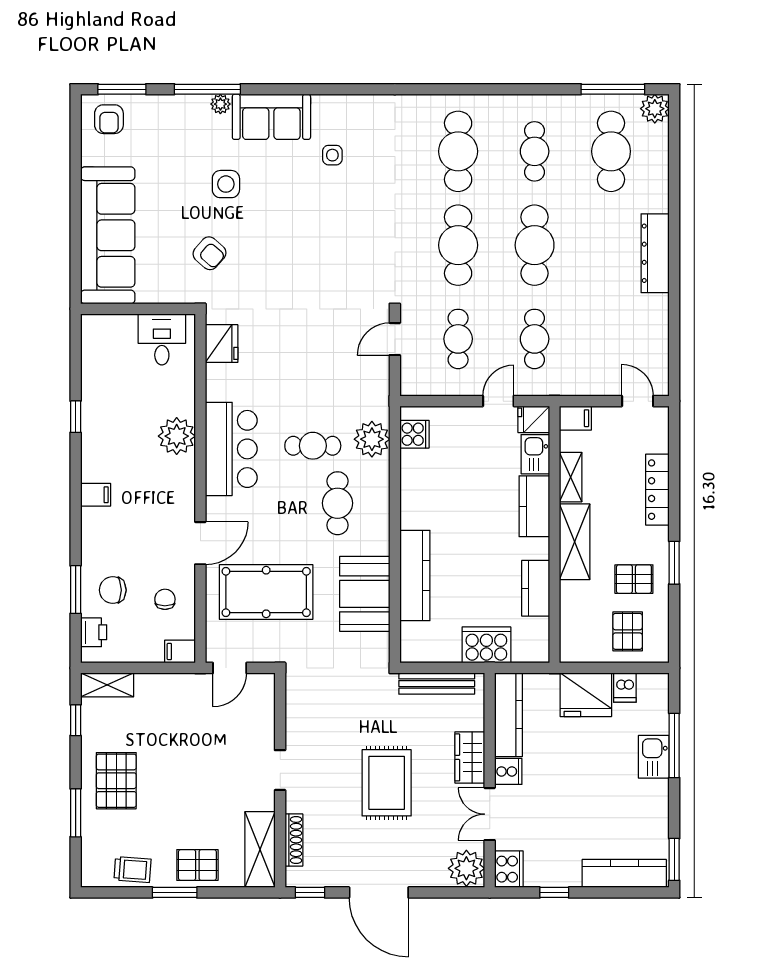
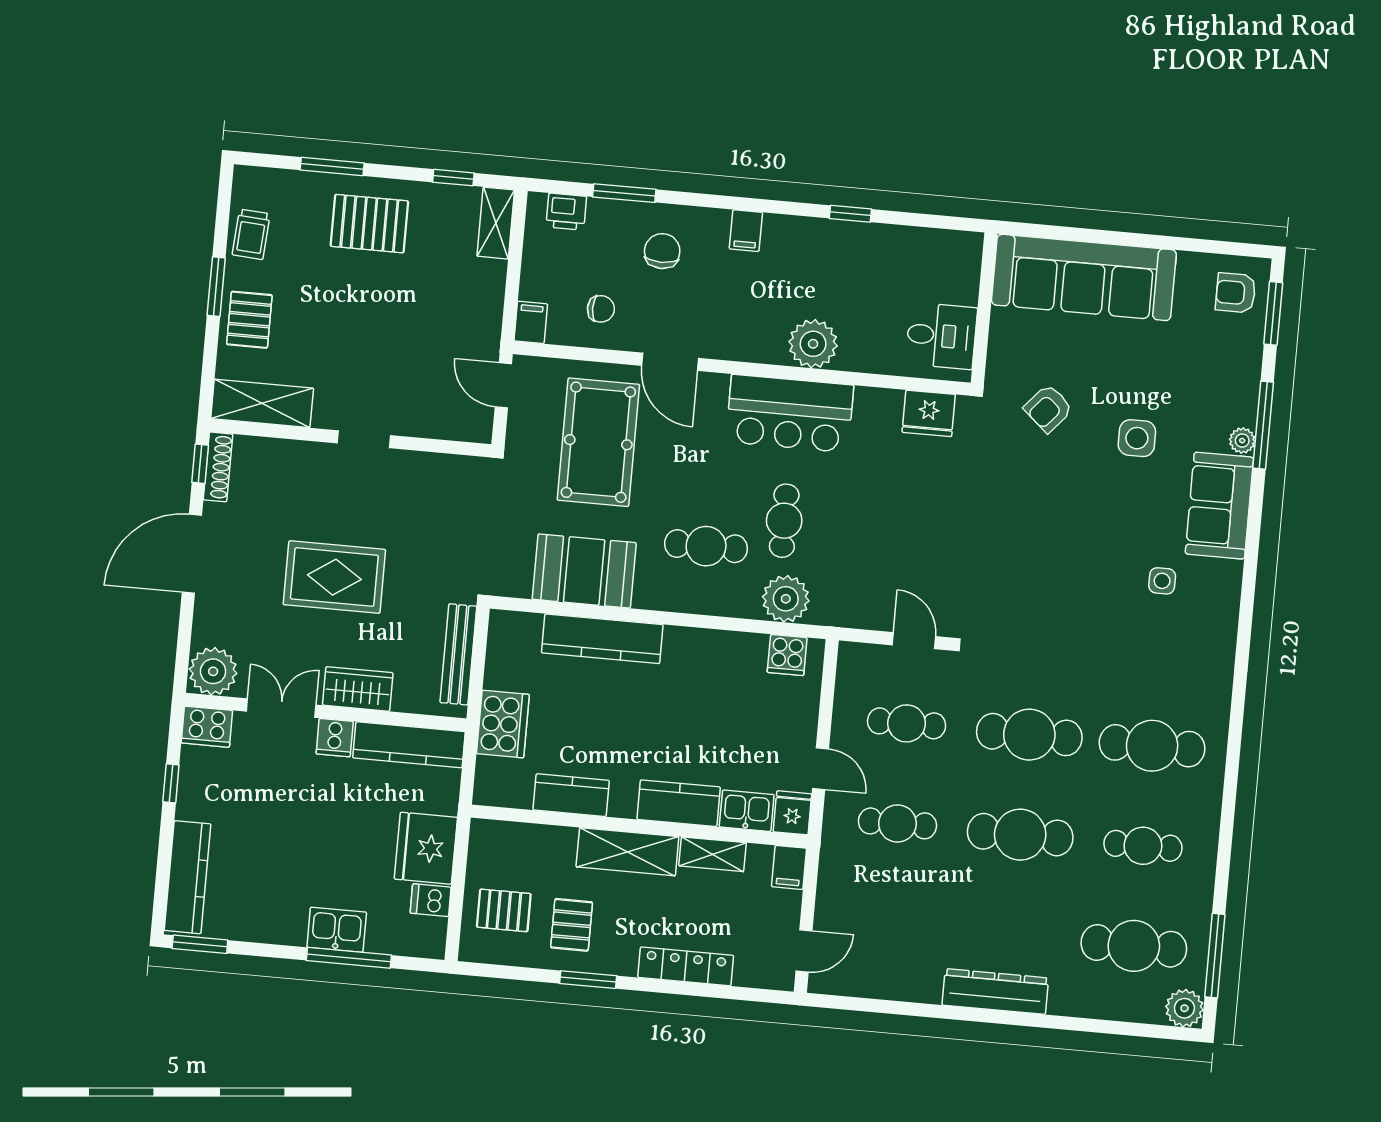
chair: (113, 590) -> (662, 251), moved
shoe rack: (294, 840) -> (218, 467), moved, turned -90

